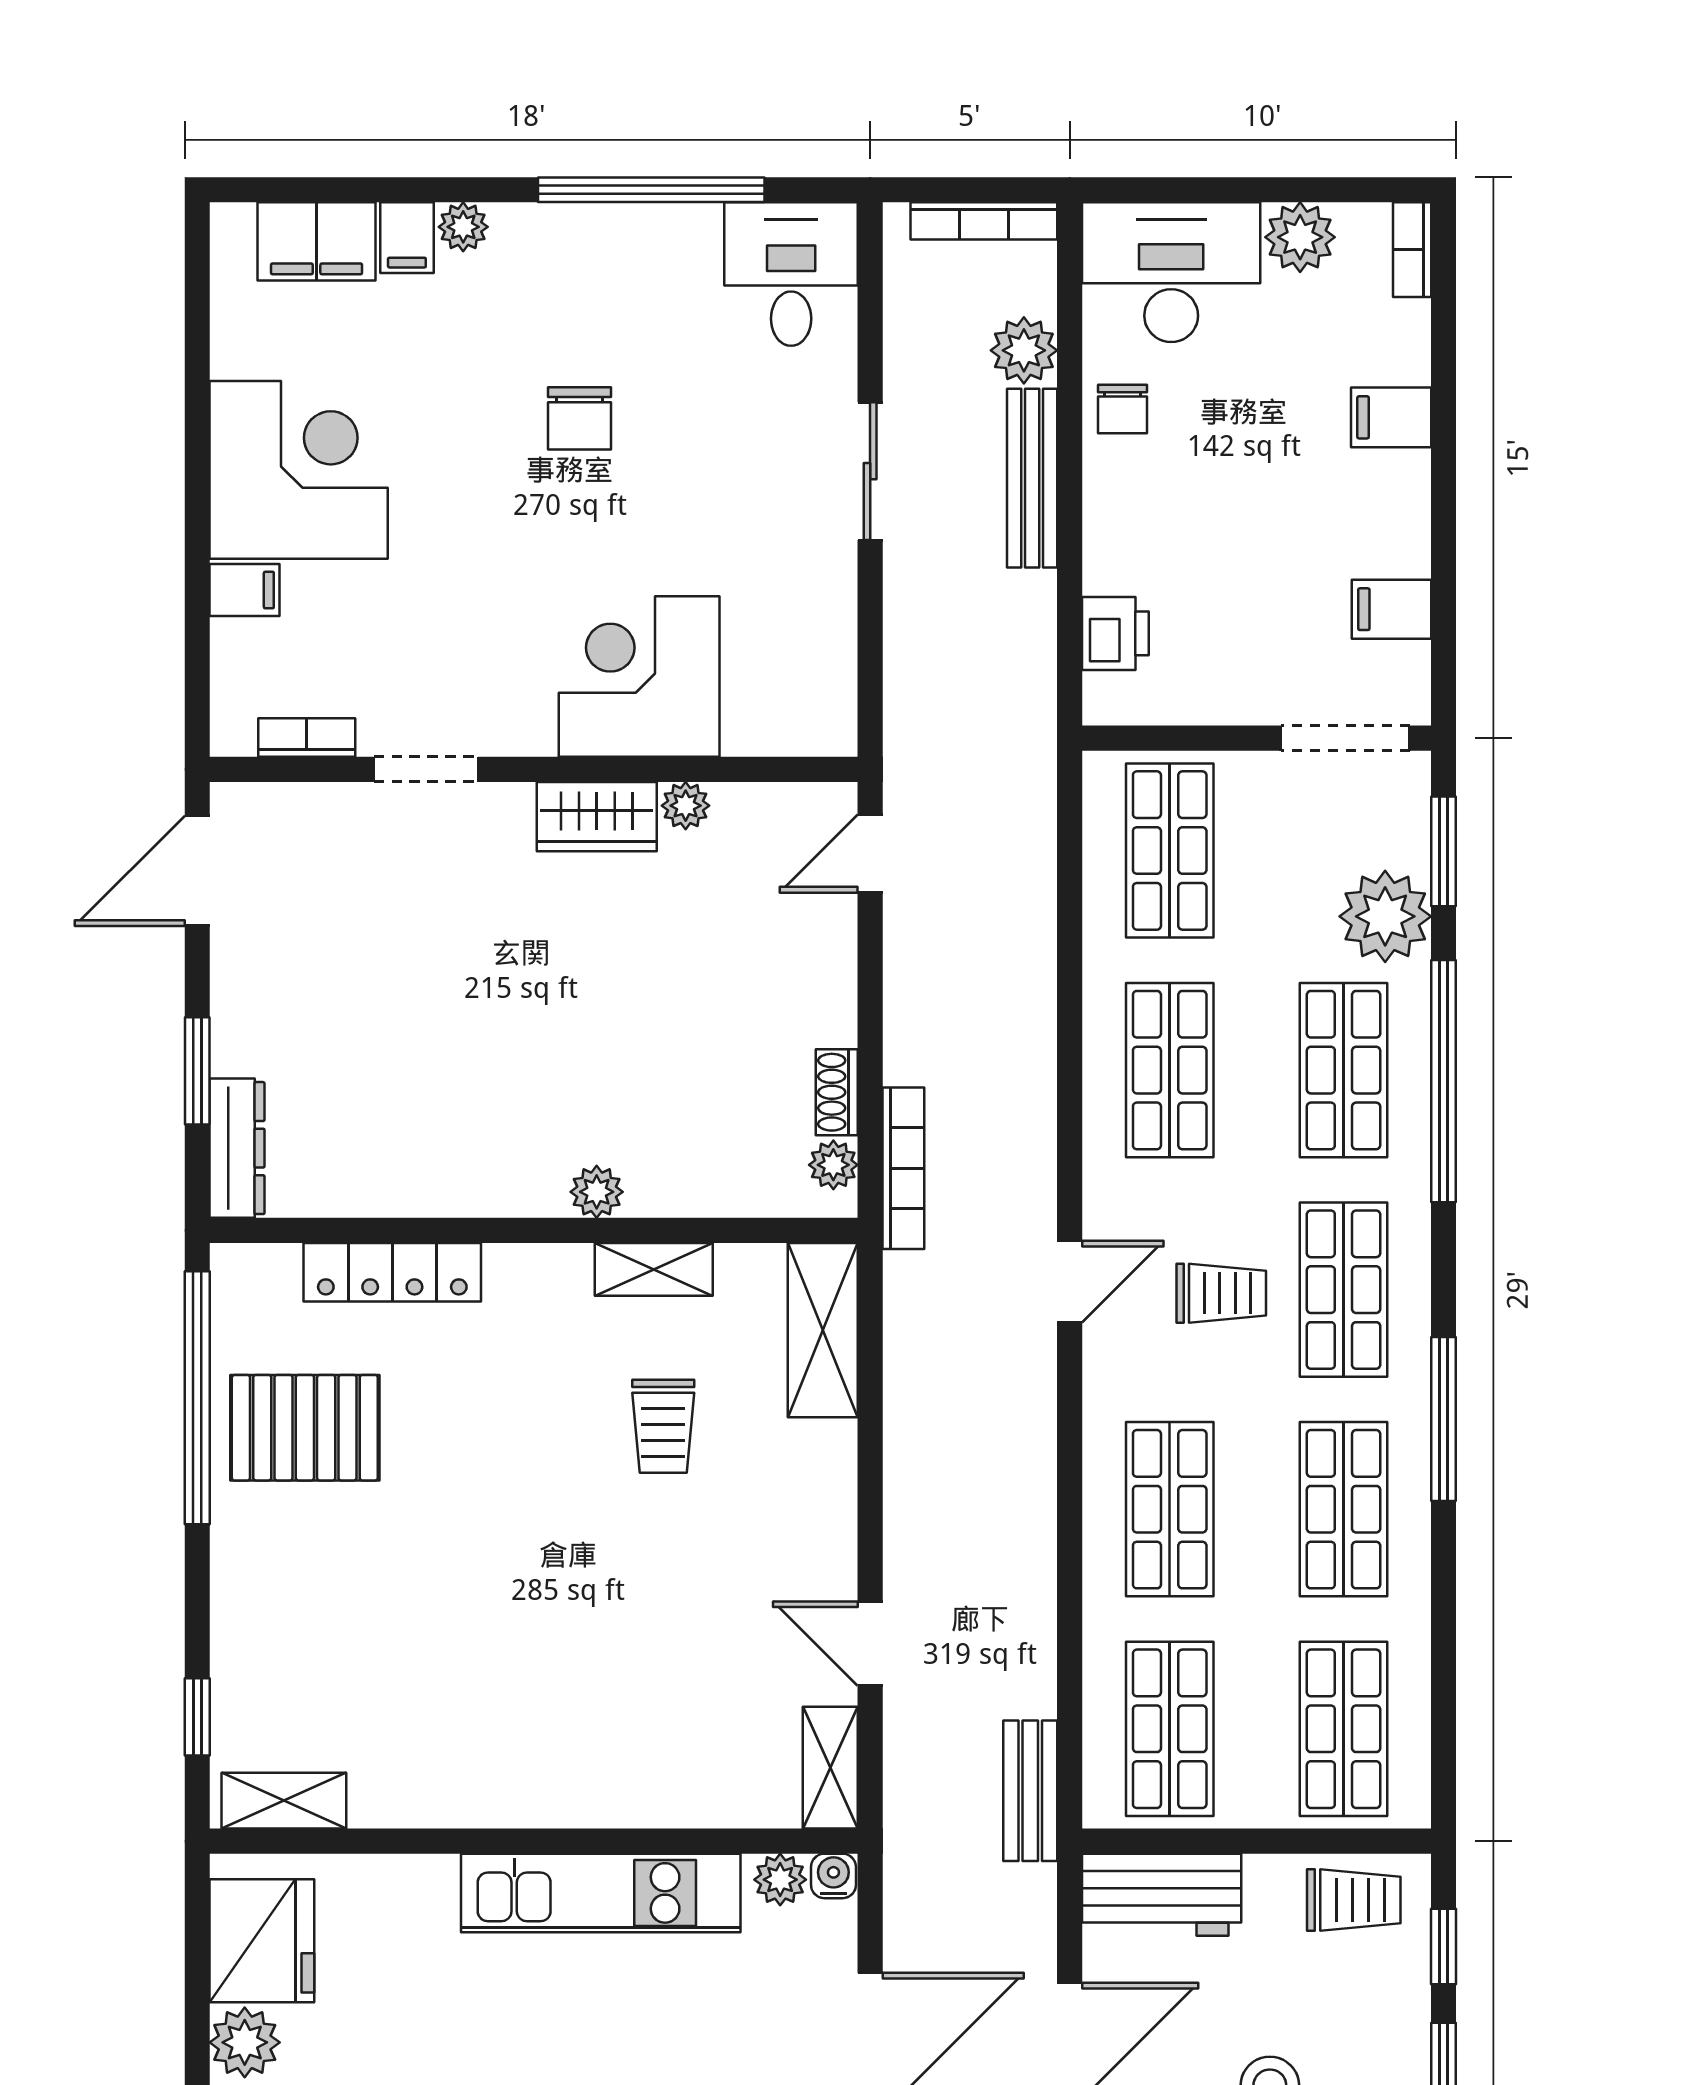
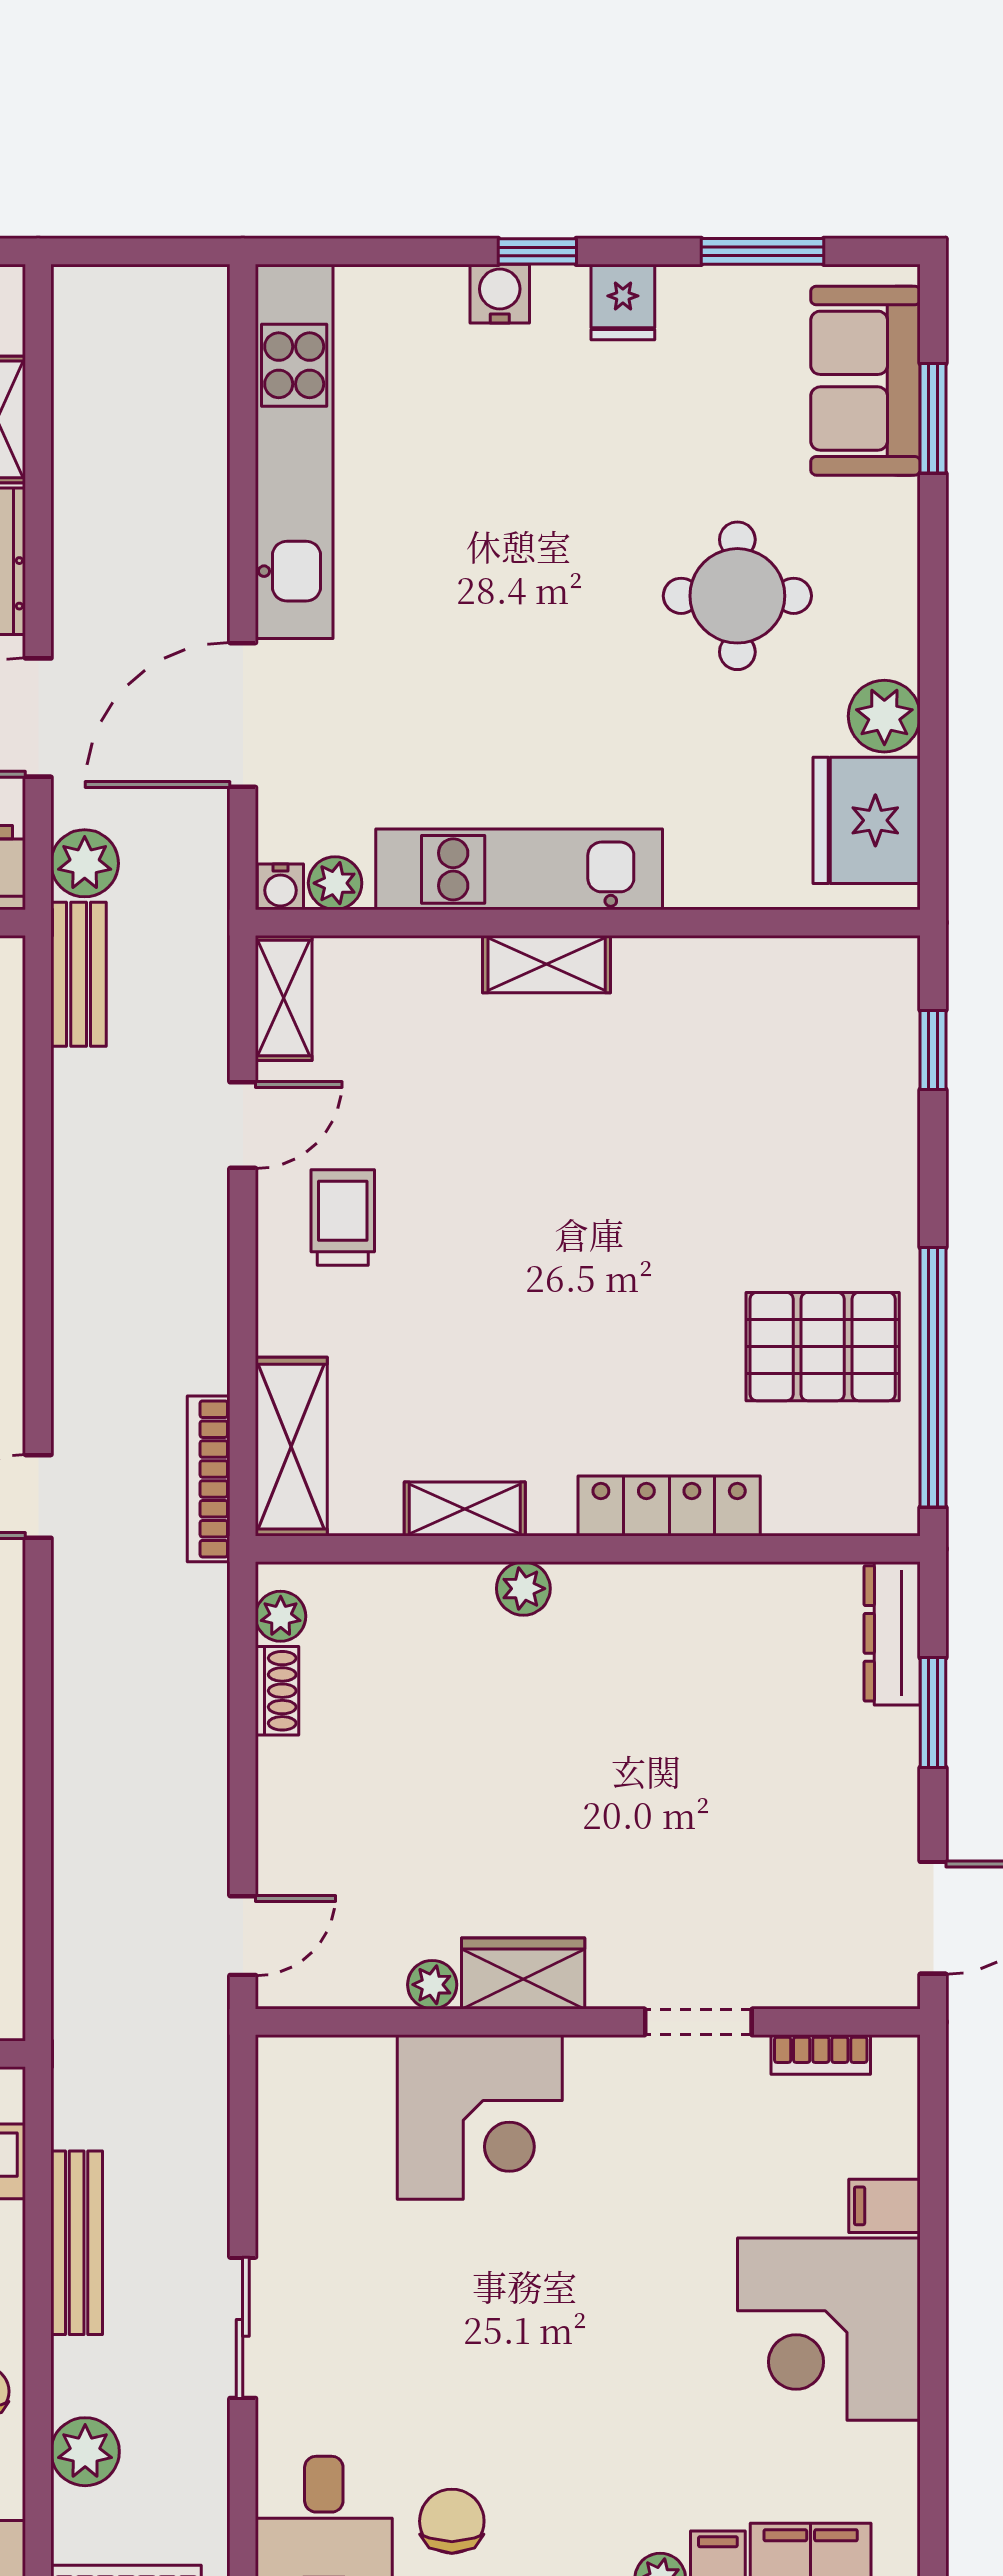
chair: (579, 418) -> (452, 2521), moved
bench: (1032, 478) -> (77, 2243), moved
bookcase: (903, 1168) -> (209, 1479), moved
locker: (392, 1272) -> (669, 1506), moved
trolley: (663, 1426) -> (343, 1218), moved
door: (870, 1644) -> (243, 1125), hinge flipped
shelving: (284, 1801) -> (547, 964), moved
plant: (1024, 1899) -> (85, 863), added

